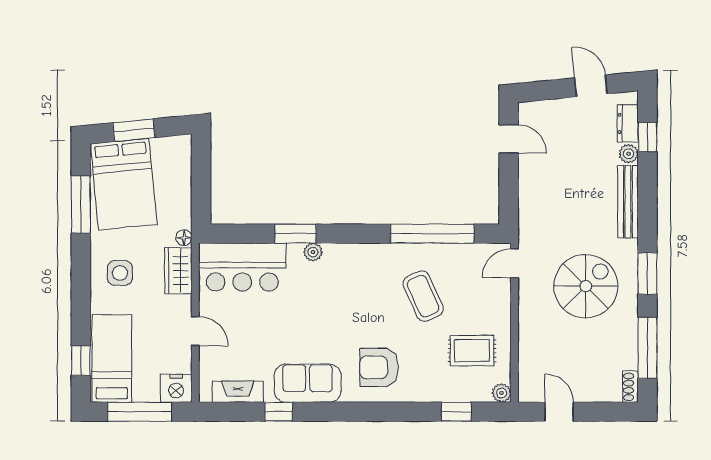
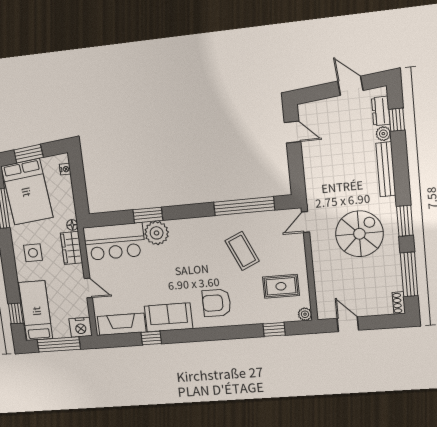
nightstand: (184, 157) -> (65, 169), added
plant: (313, 252) -> (157, 233), width x1.87, depth x1.87
fireplace: (238, 392) -> (122, 324), width x1.37, depth x1.32

